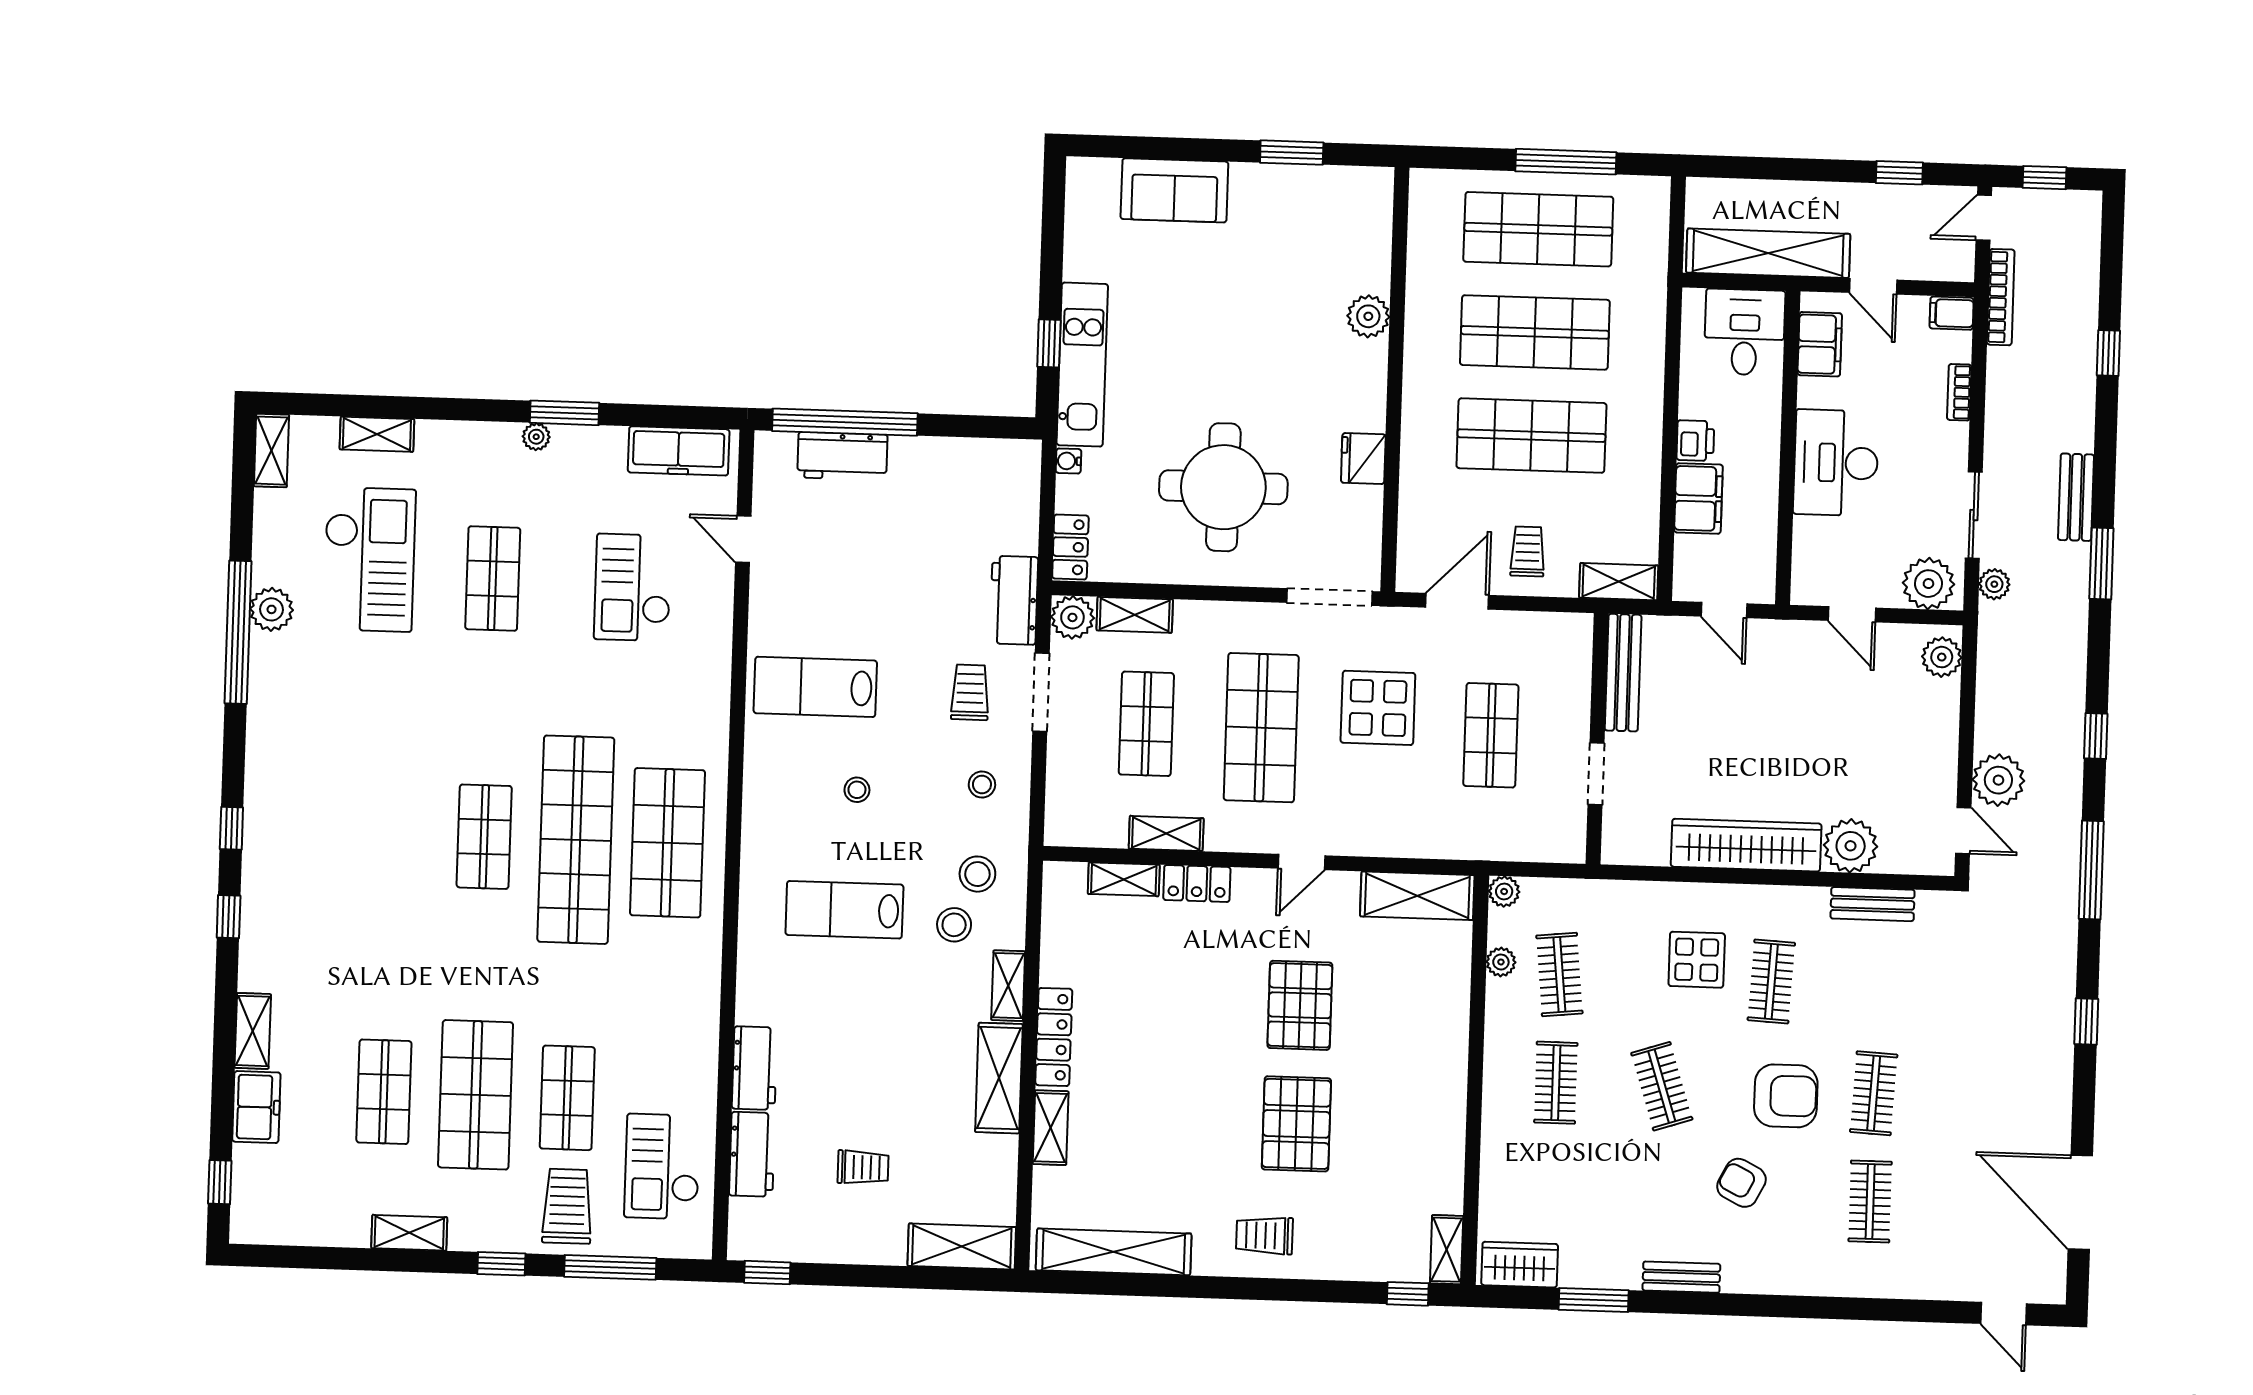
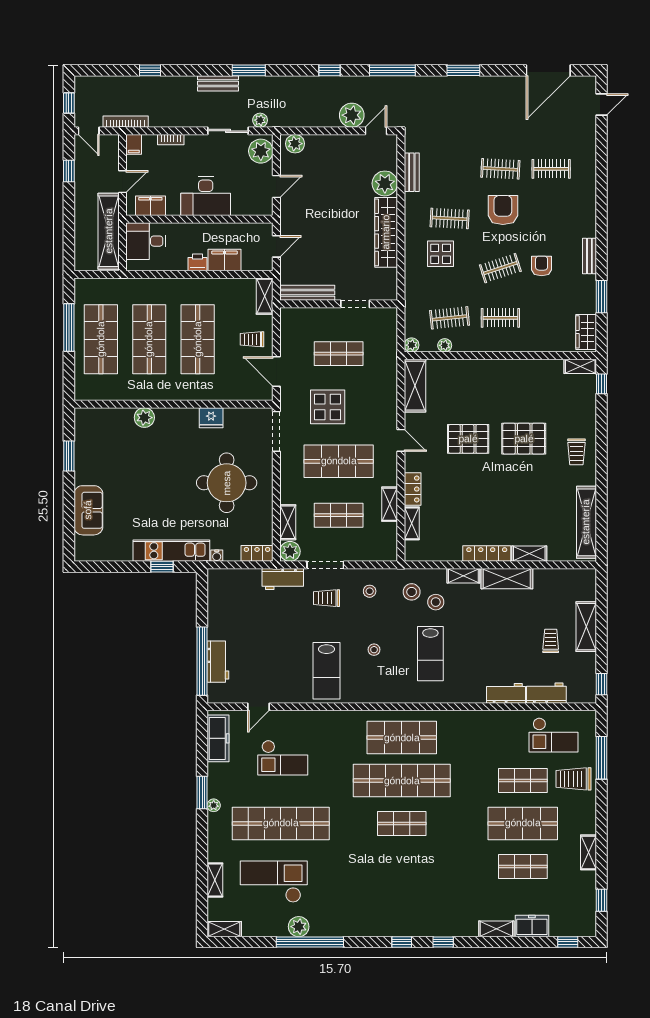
shop shelf: (493, 578) -> (281, 823), width x2.00, depth x1.36
window: (2086, 1021) -> (463, 70), width x1.50
armchair: (1741, 1183) -> (542, 266), moved, turned 153
shelving: (962, 1247) -> (586, 627), moved
window: (501, 1264) -> (602, 900), moved

